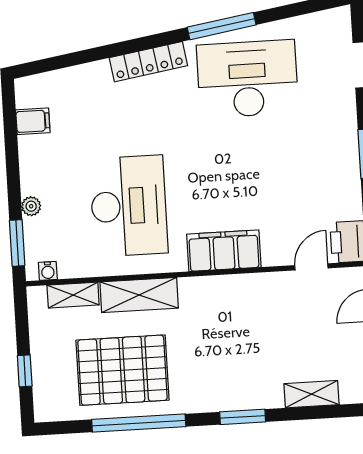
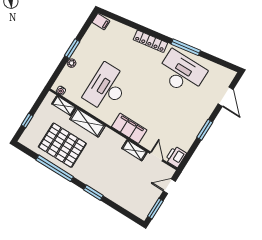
filing cabinet: (33, 121) -> (101, 22), moved
desk: (129, 206) -> (107, 88), turned 180
window: (17, 243) -> (72, 49), moved
door: (311, 267) -> (156, 156), hinge flipped
shelving: (312, 394) -> (134, 150), moved

